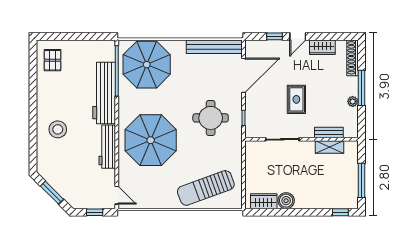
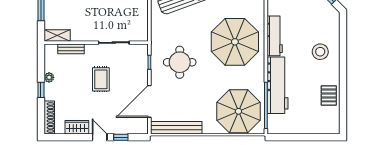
door: (298, 36) -> (100, 137), hinge flipped
pallet: (53, 60) -> (329, 95), moved
window: (362, 88) -> (41, 90), width x0.46
shelving: (330, 147) -> (57, 36), moved

